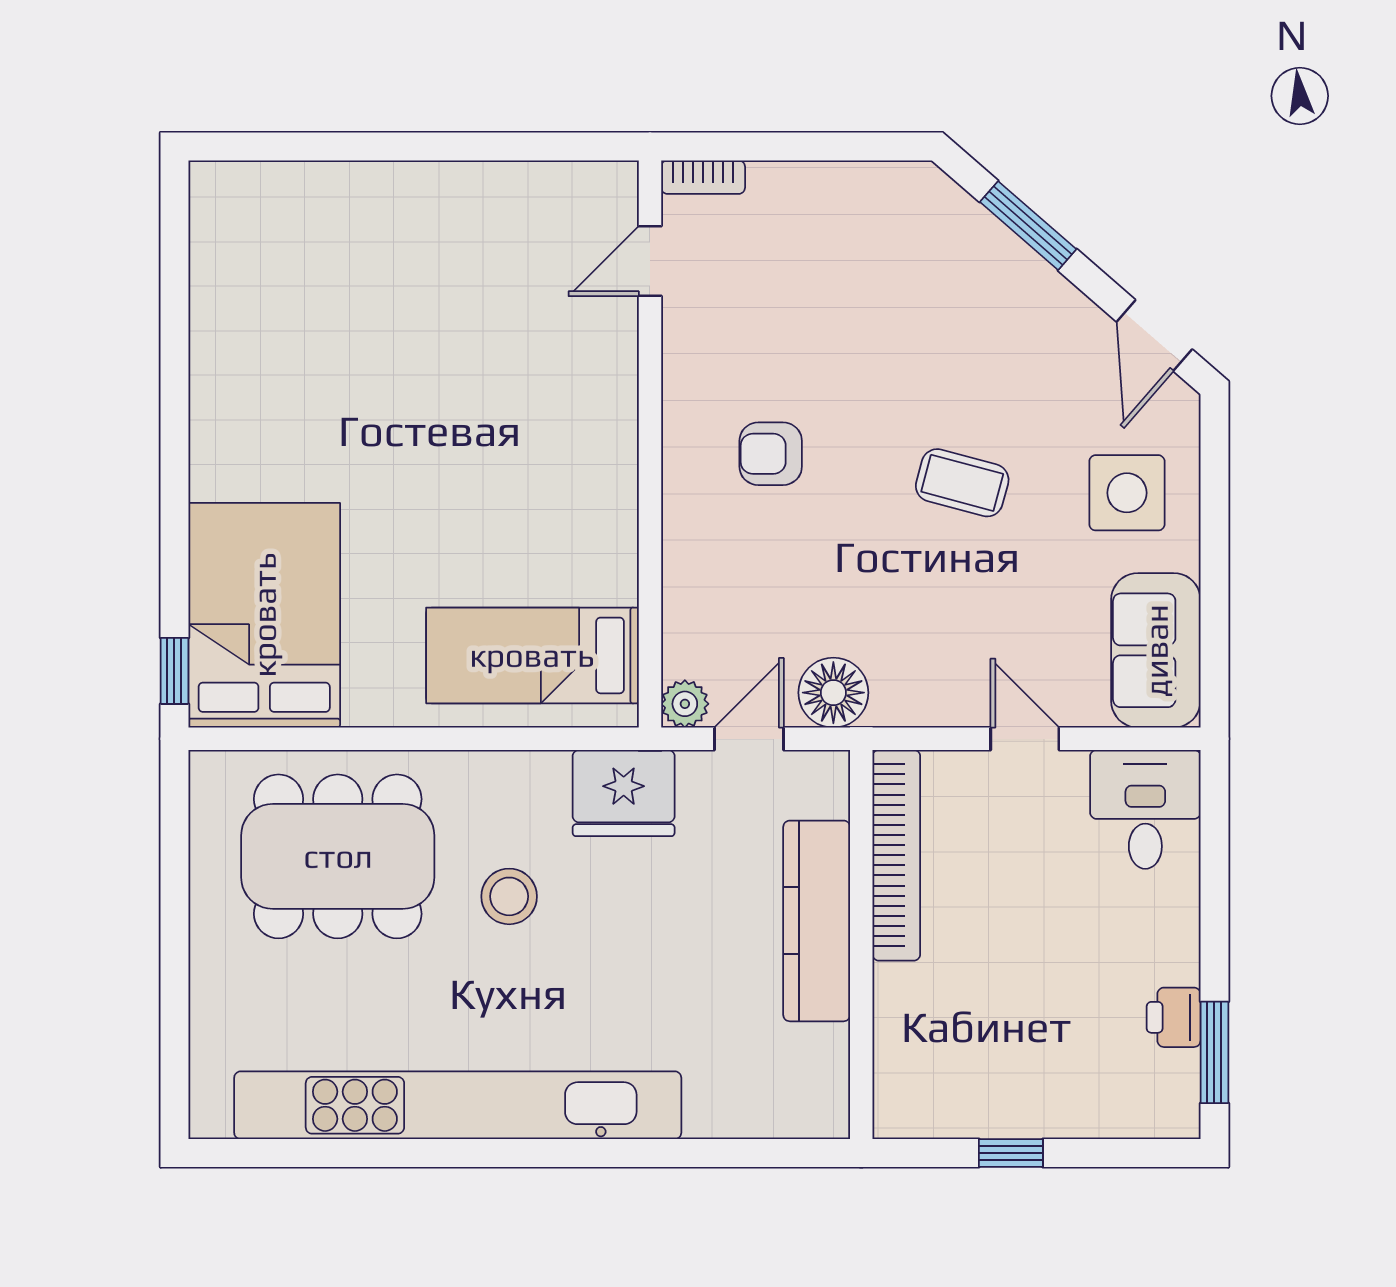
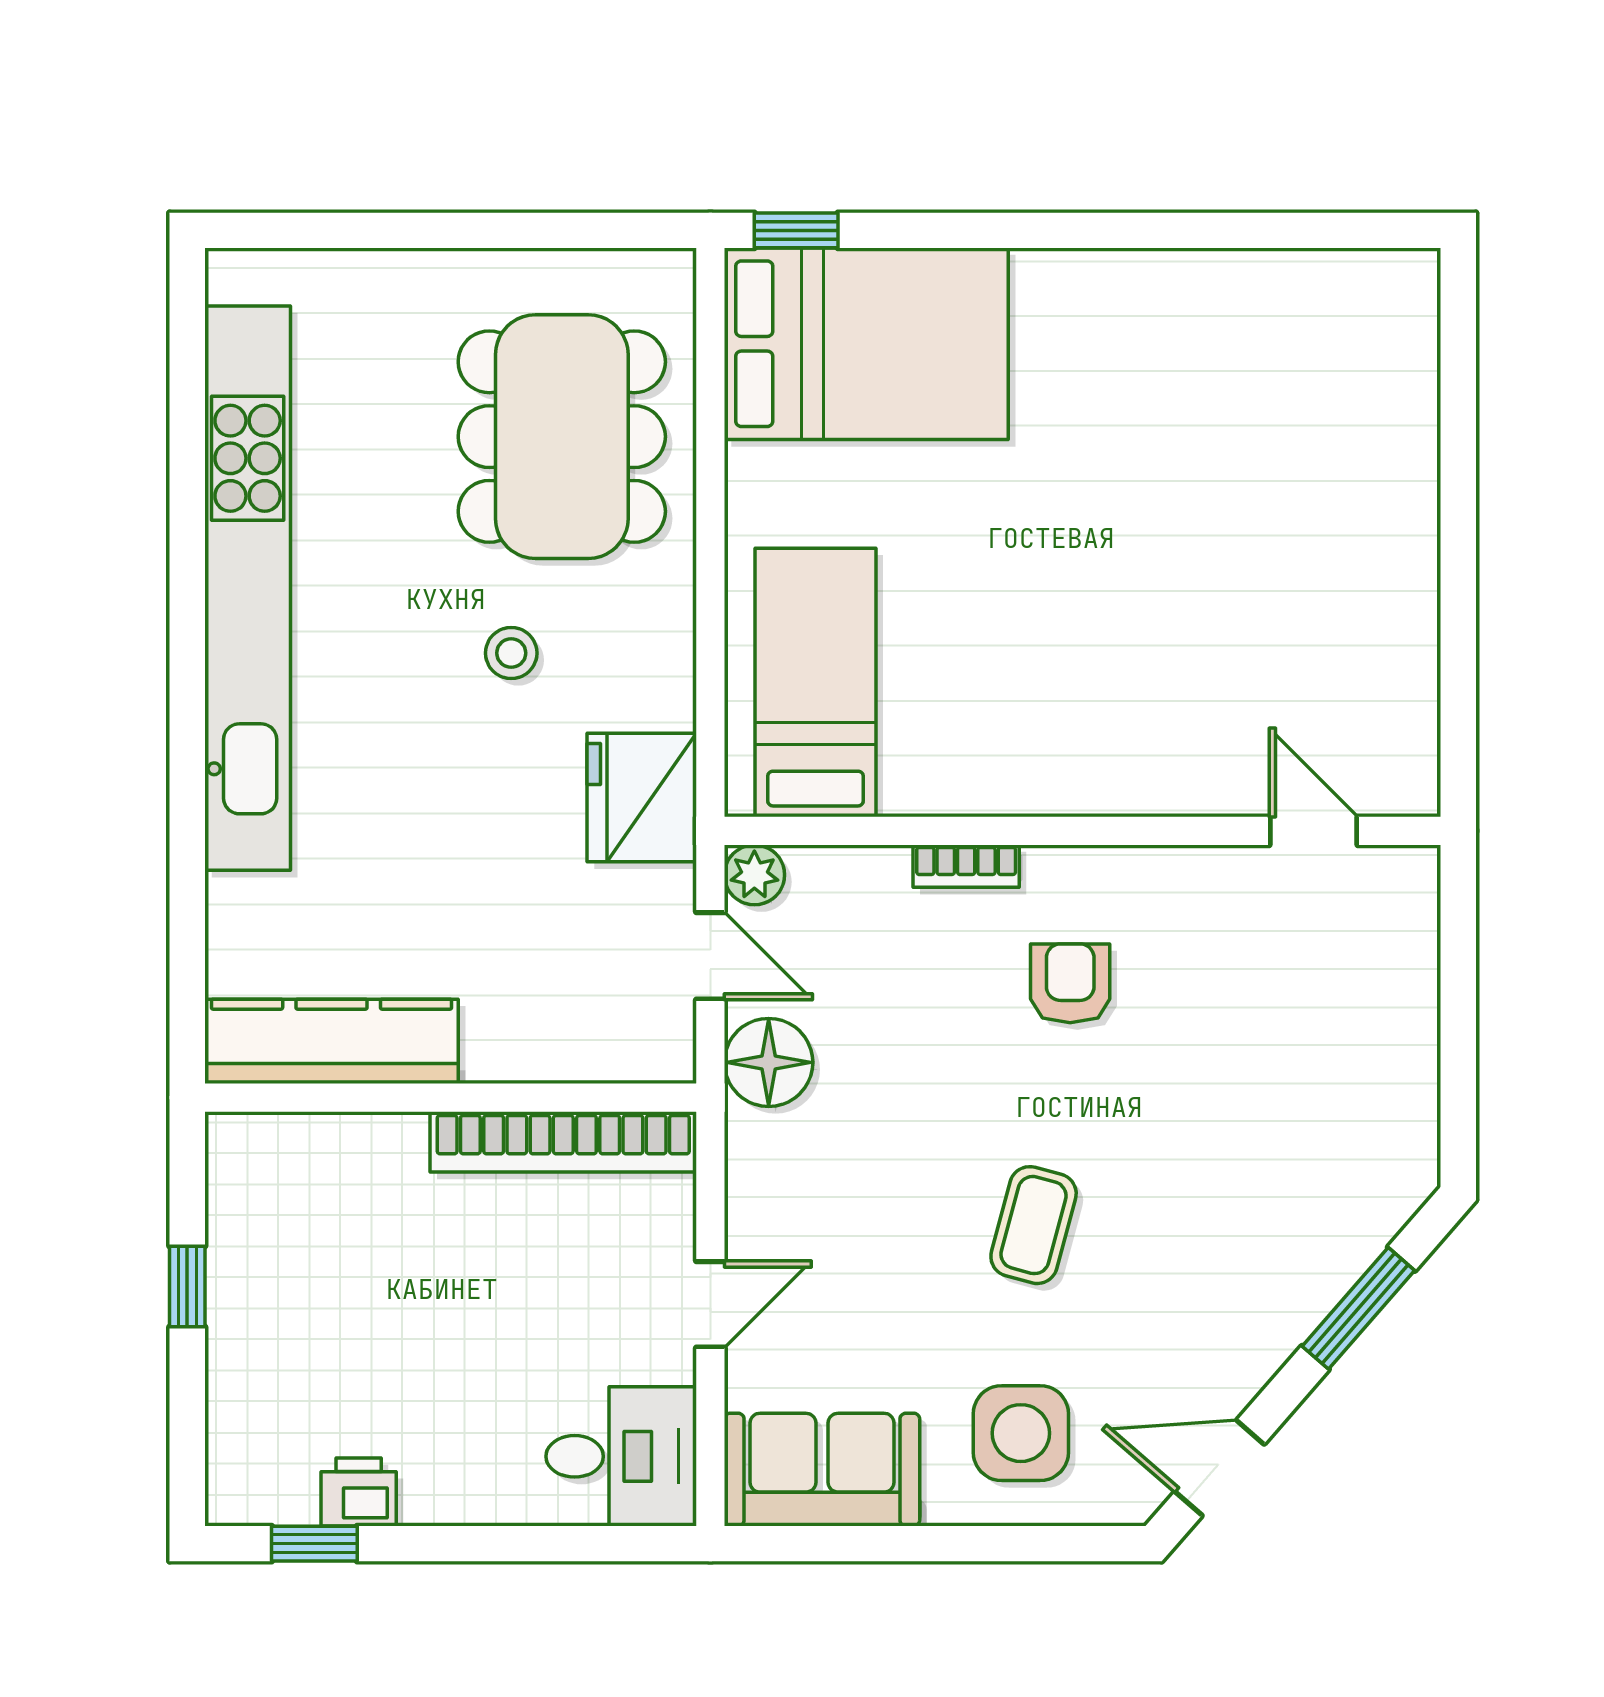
bookcase: (703, 177) -> (966, 866), moved, turned -90
stool: (509, 896) -> (511, 653), width x0.73, depth x0.73
kitchen counter: (817, 921) -> (332, 1041), moved
window: (1214, 1052) -> (314, 1544), width x0.67

